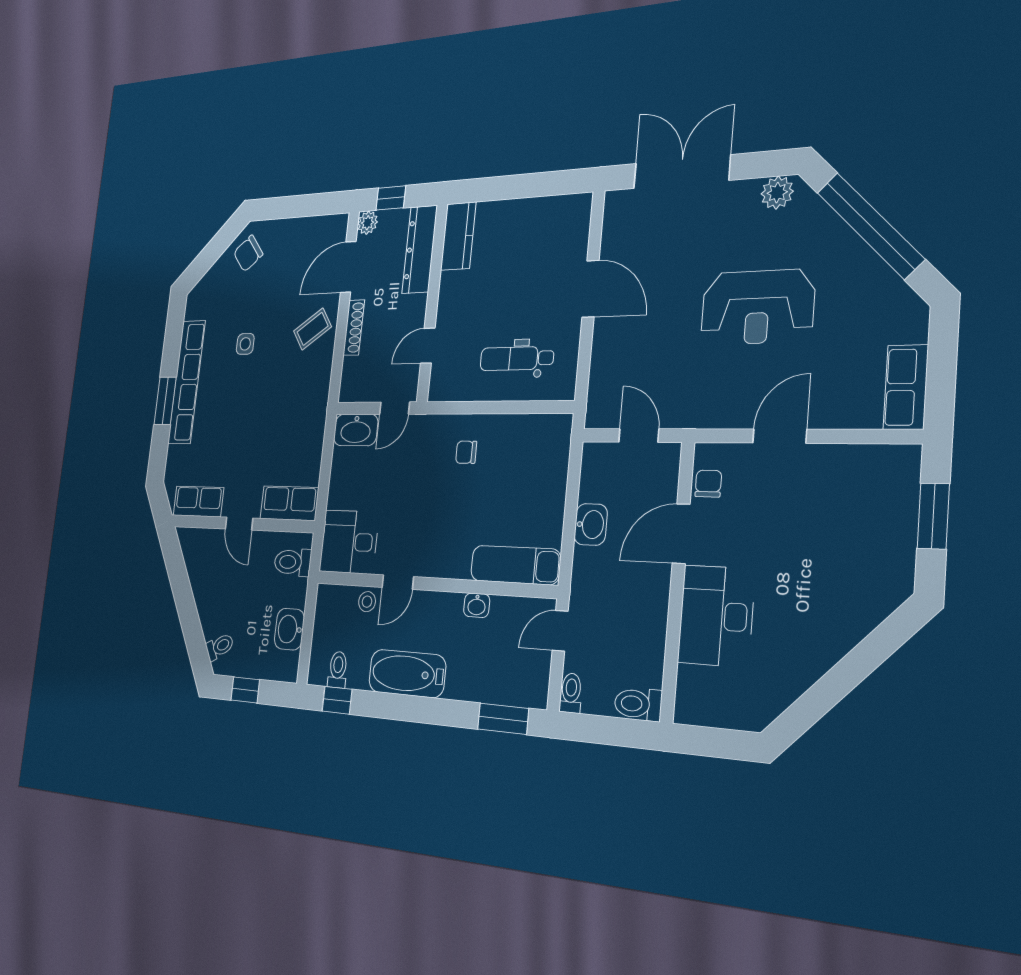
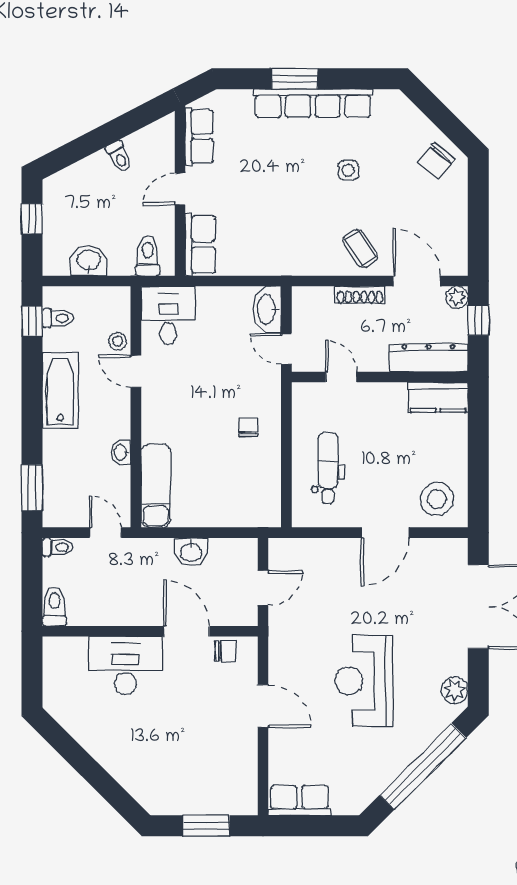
stool: (560, 230) -> (437, 499), added
chair: (248, 253) -> (436, 161), turned -101
toilet: (220, 647) -> (119, 157), moved

